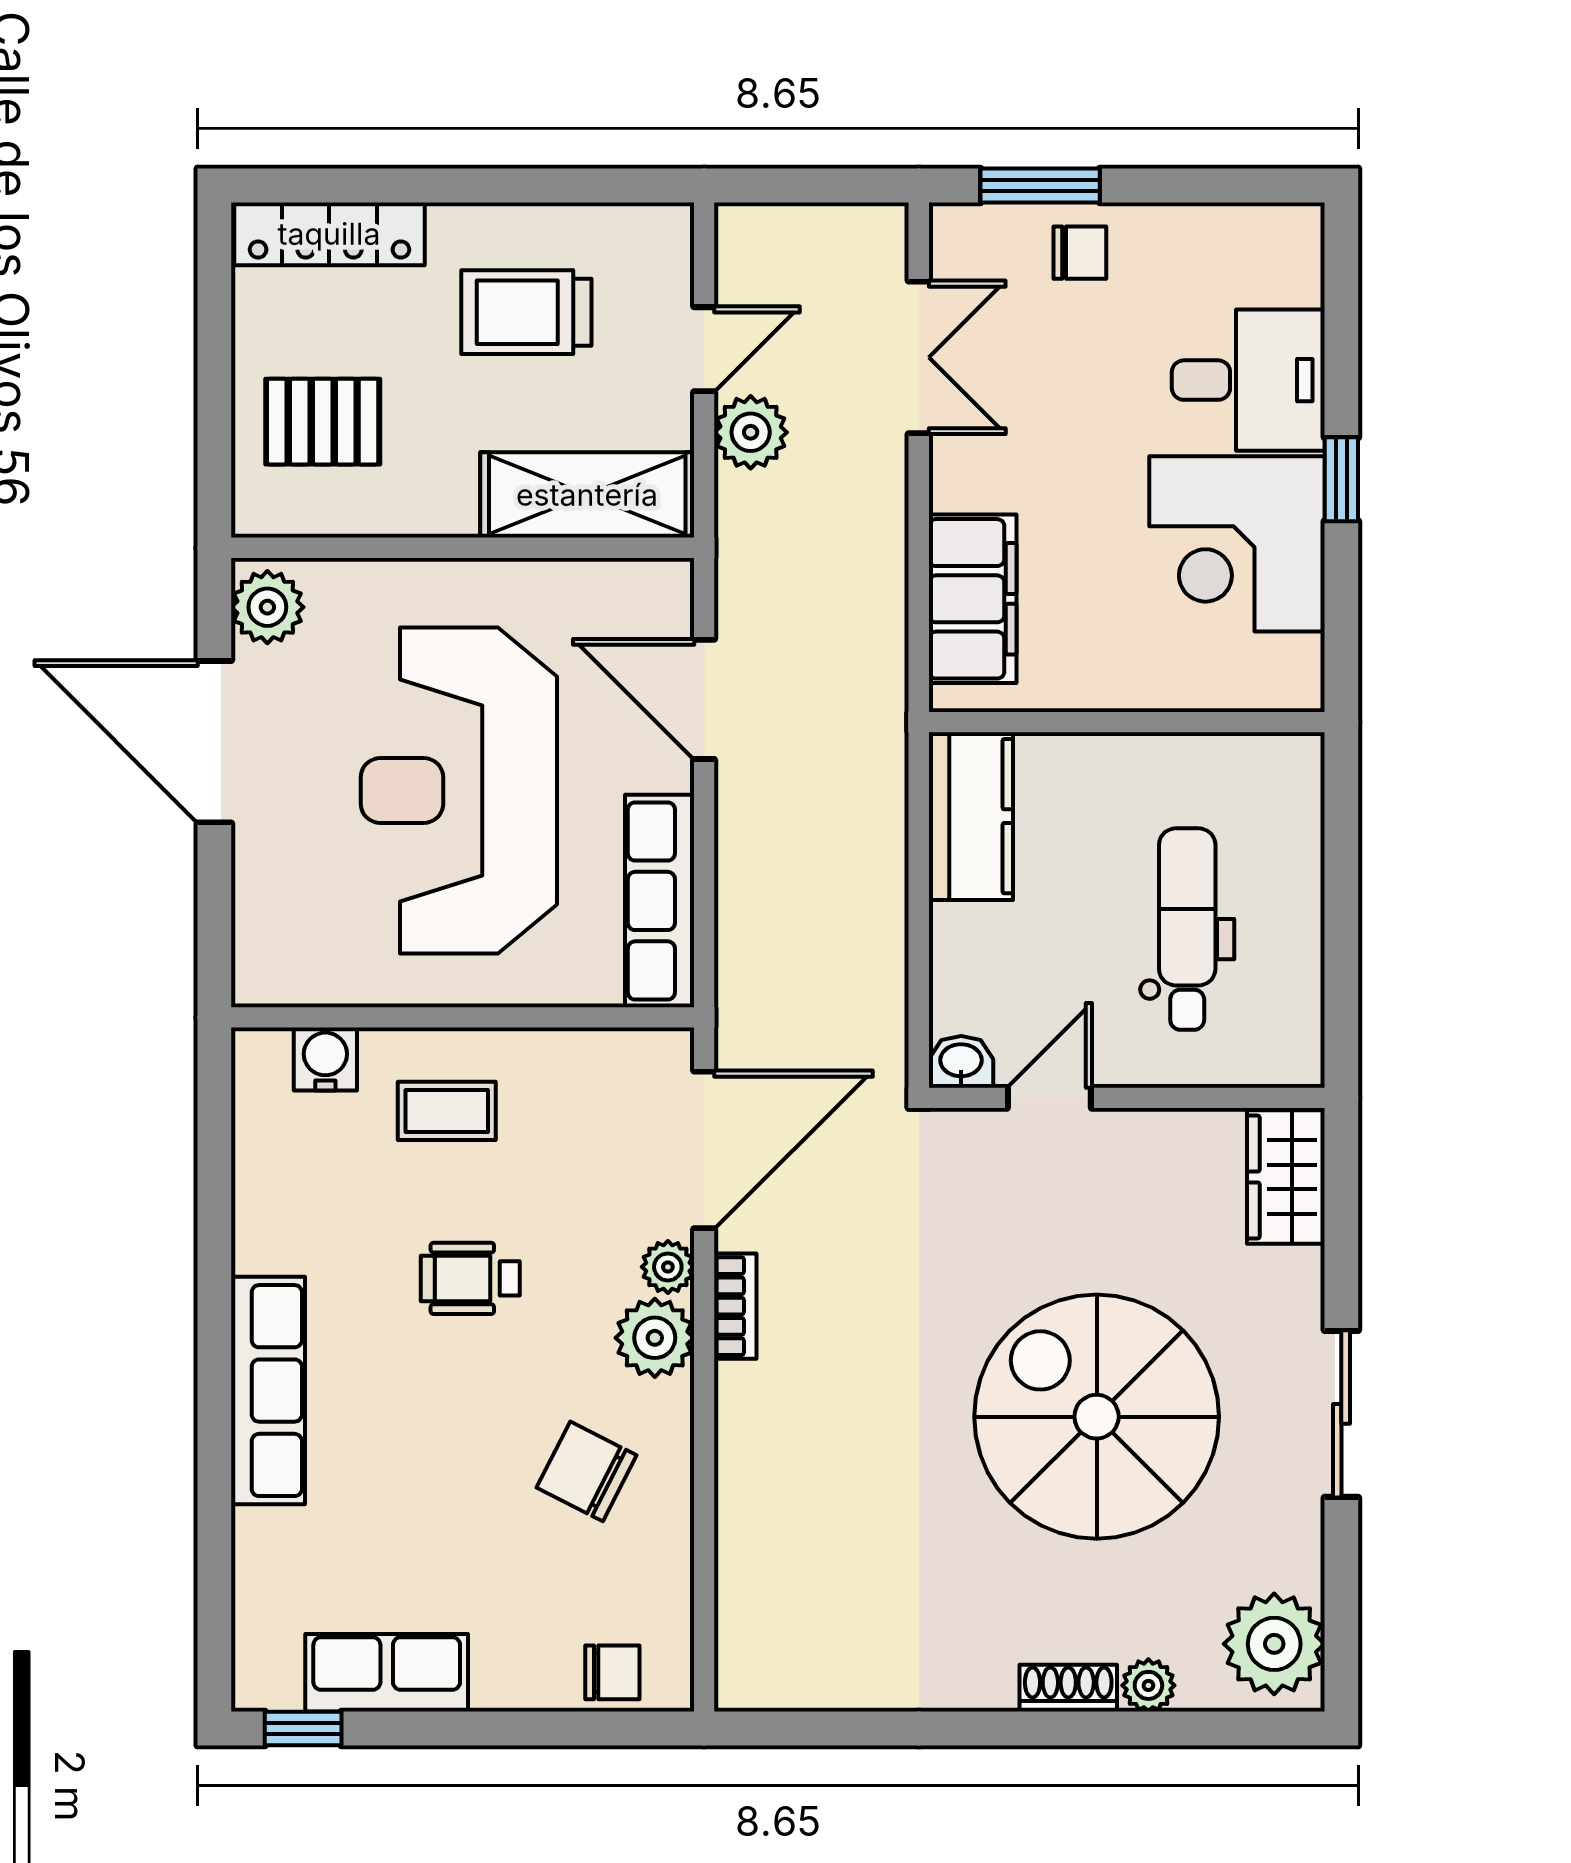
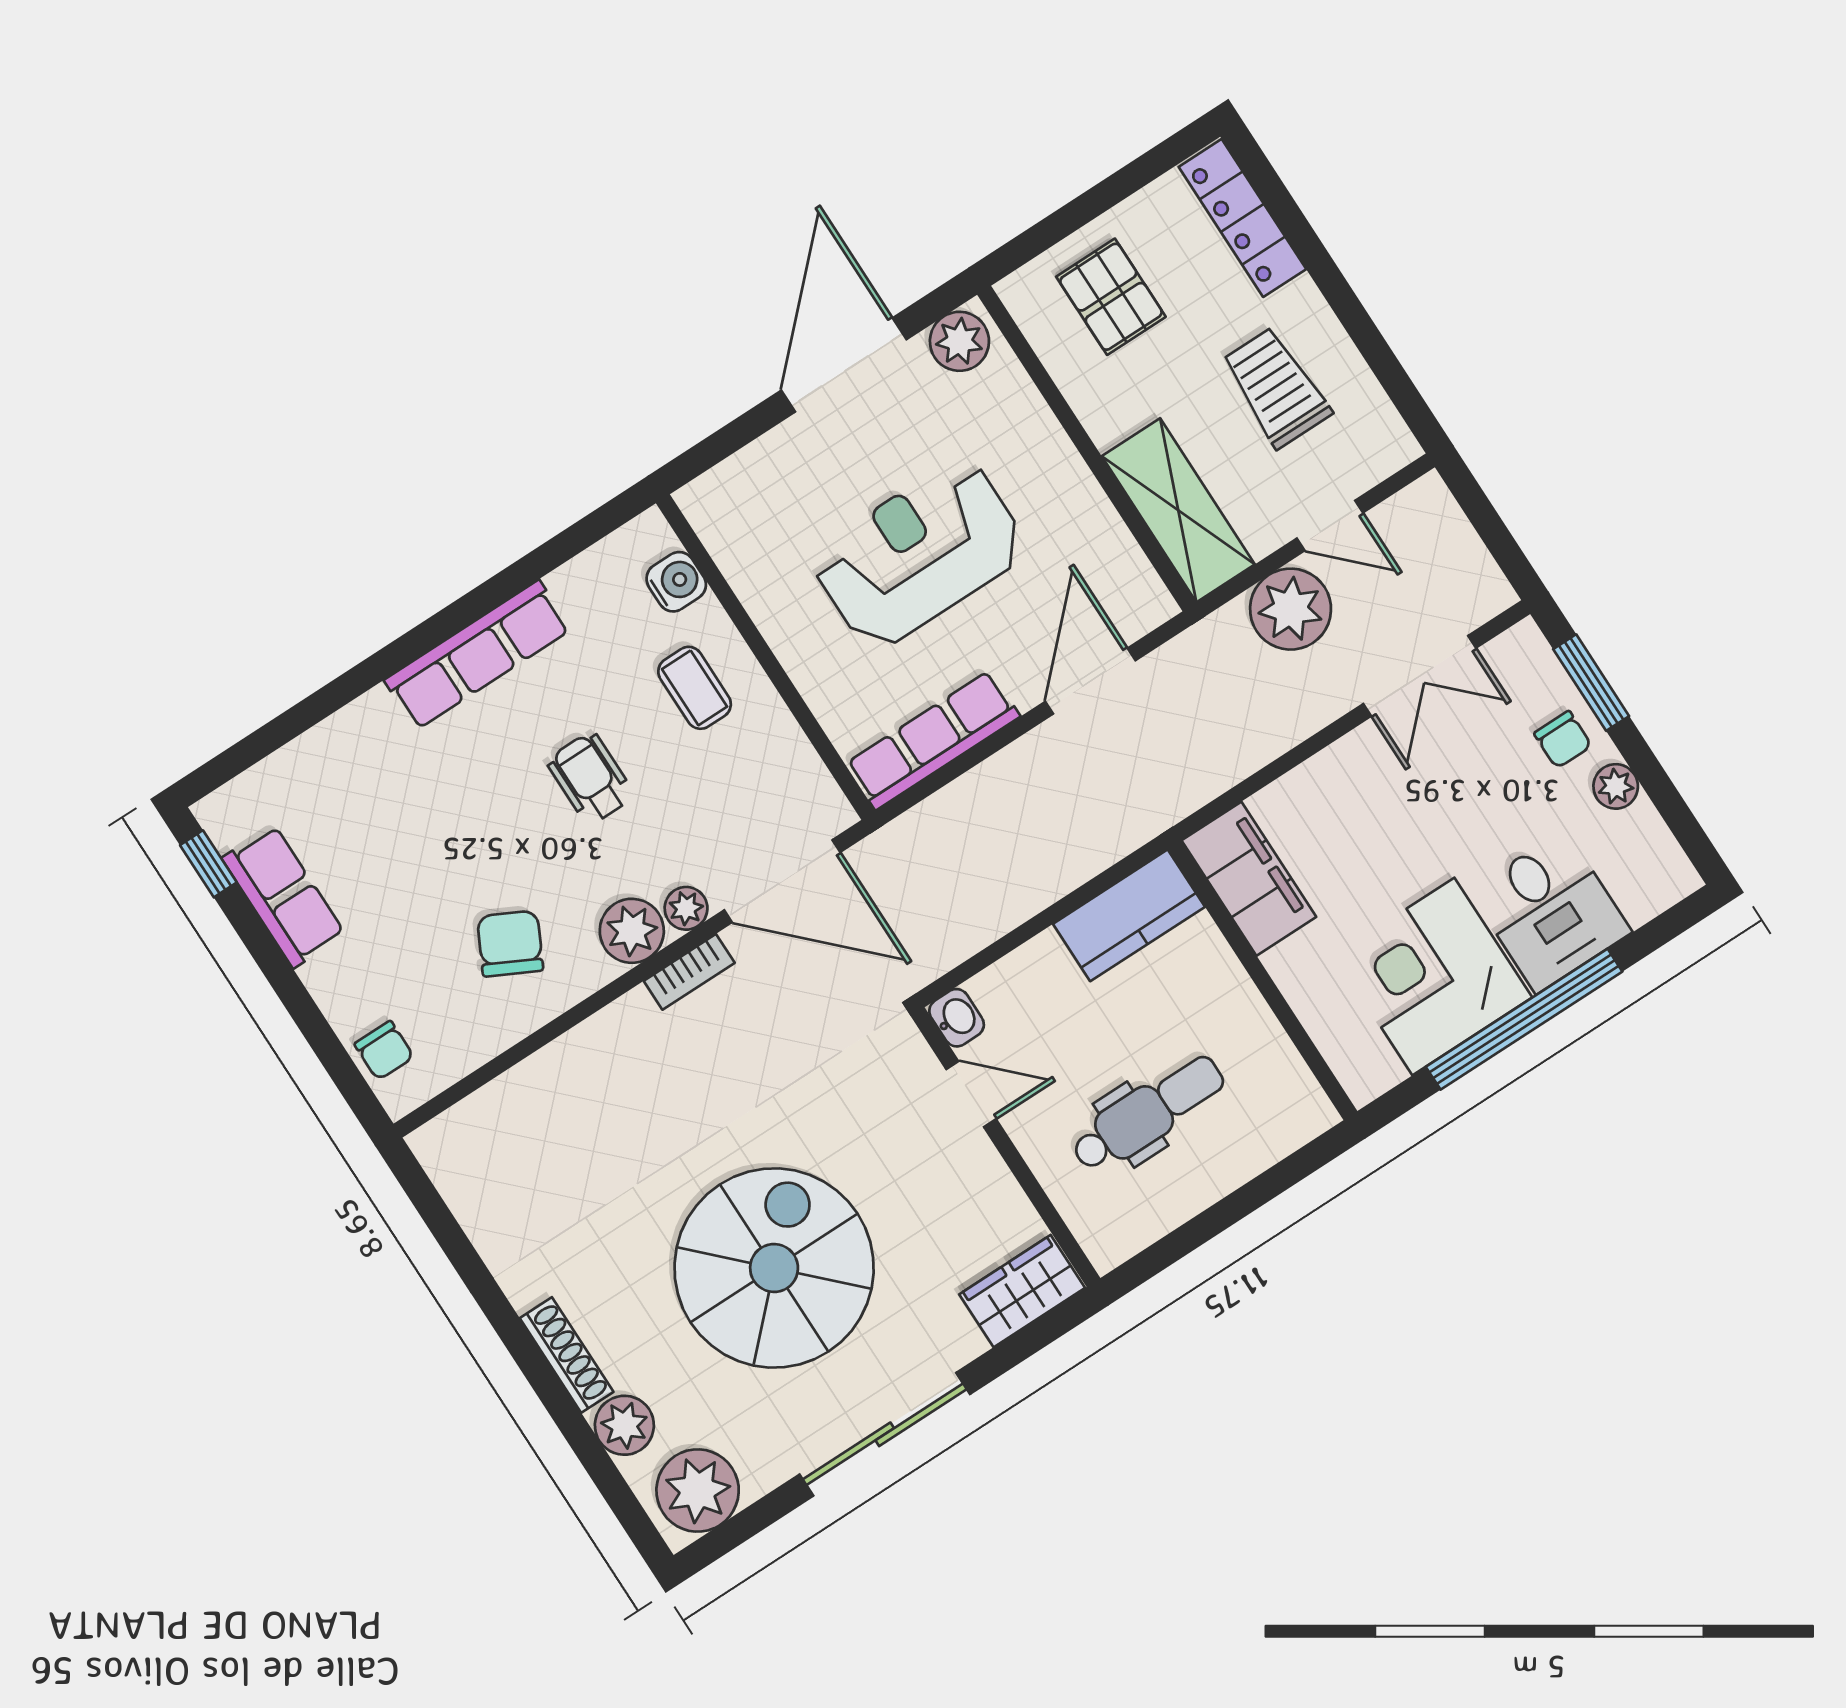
plant: (1163, 230) -> (1616, 786), added
plant: (751, 432) -> (1291, 609), width x1.36, depth x1.36
window: (1341, 479) -> (1524, 1019), width x3.17
filing cabinet: (973, 599) -> (1249, 879), moved, turned -90
reception desk: (459, 791) -> (919, 554), width x0.74, depth x0.77
row of seats: (268, 1391) -> (478, 655), moved
sliding door: (1341, 1414) -> (885, 1434), width x1.37
plant: (1148, 1685) -> (624, 1425), width x1.38, depth x1.38
shoe rack: (1068, 1688) -> (567, 1355), width x1.43

